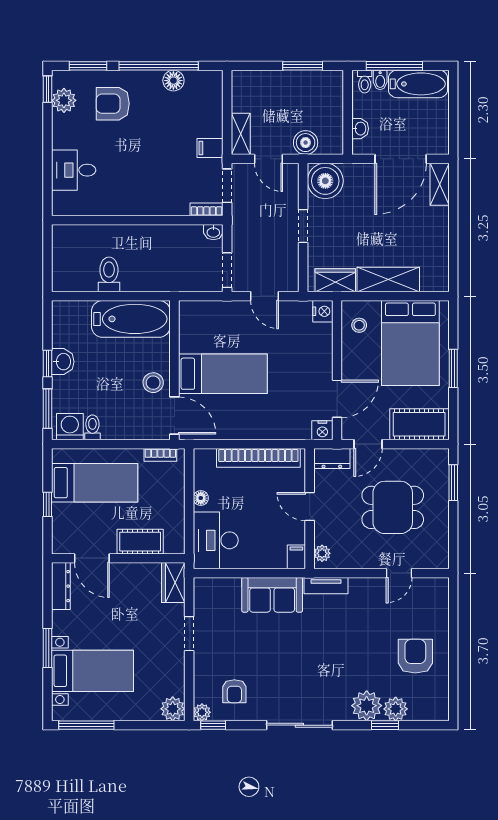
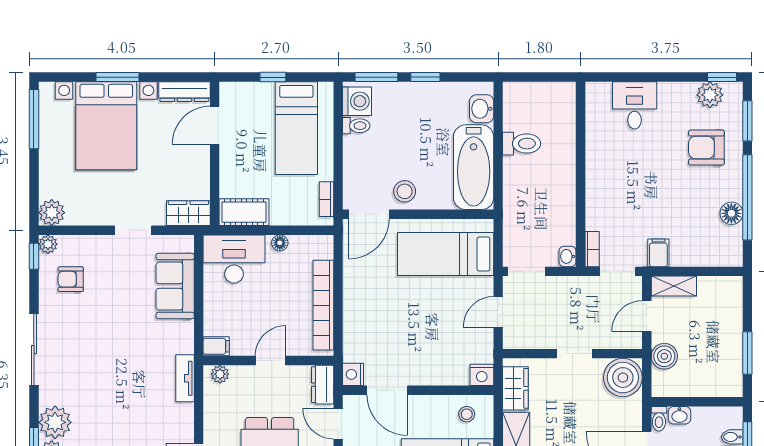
toilet: (365, 82) -> (659, 419), moved, turned -90
armchair: (113, 104) -> (706, 148), turned -90
washbasin: (63, 362) -> (482, 109), moved, turned 90
bed: (223, 374) -> (446, 254), moved, turned 90
cot: (140, 542) -> (244, 212), moved, turned 90
sofa: (272, 595) -> (175, 286), moved
bed with nightstands: (93, 671) -> (106, 126), width x1.36

